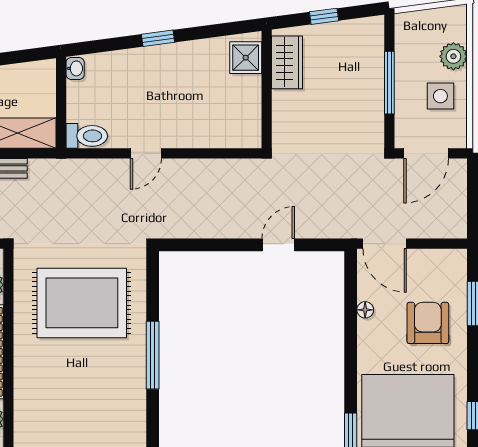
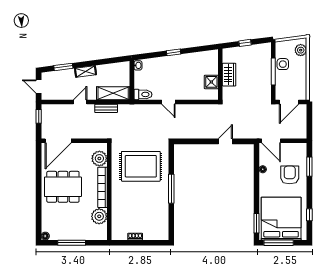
plant: (453, 56) -> (301, 50), moved
shower: (246, 58) -> (211, 82), moved
wardrobe: (287, 62) -> (229, 75), moved
side table: (440, 96) -> (283, 64), moved
door: (146, 153) -> (168, 102), hinge flipped

